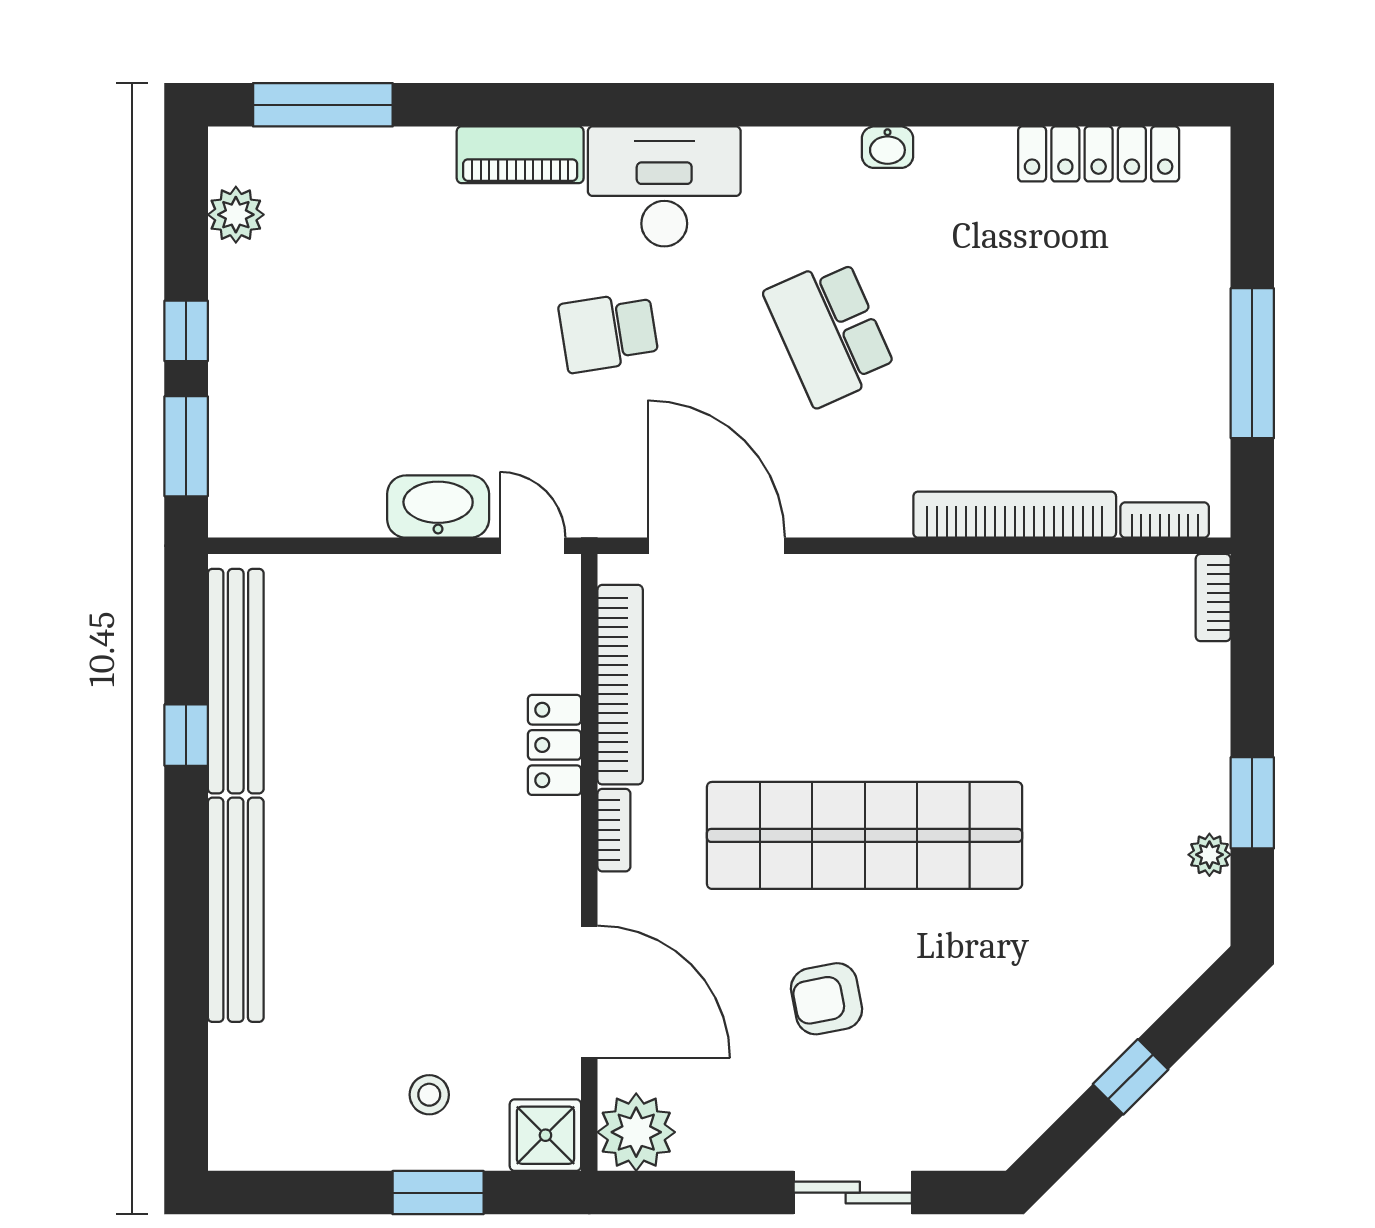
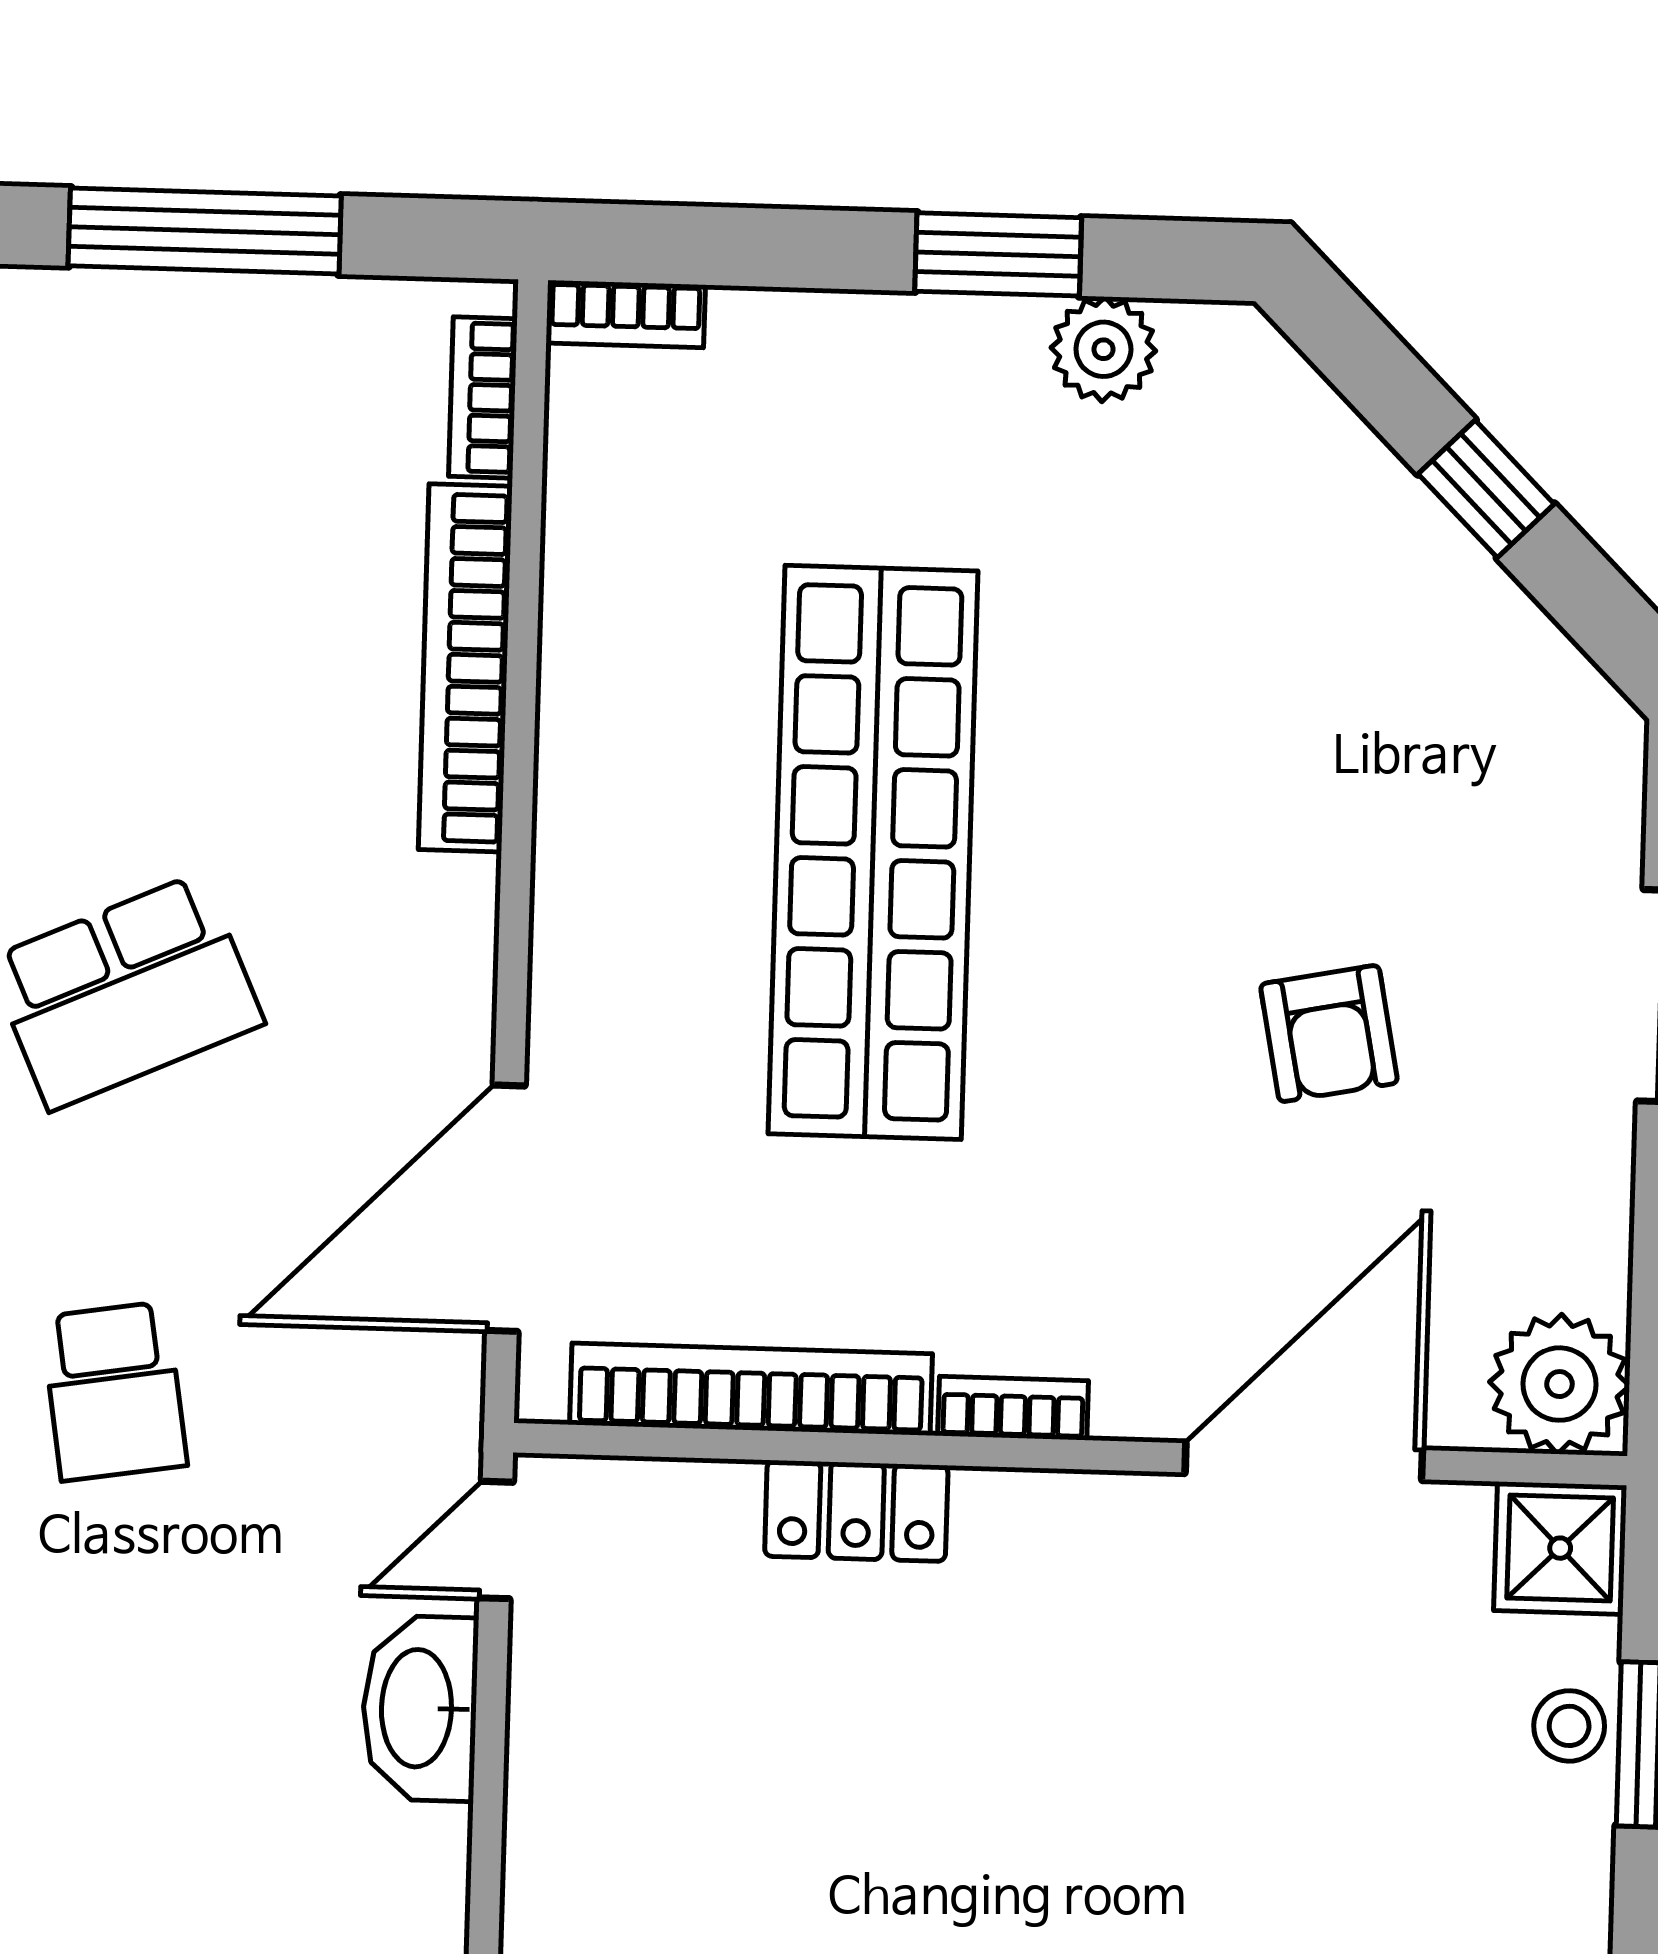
shop shelf: (865, 835) -> (873, 852), moved
plant: (1209, 855) -> (1103, 349), width x1.38, depth x1.38
stool: (429, 1095) -> (1569, 1726), moved

